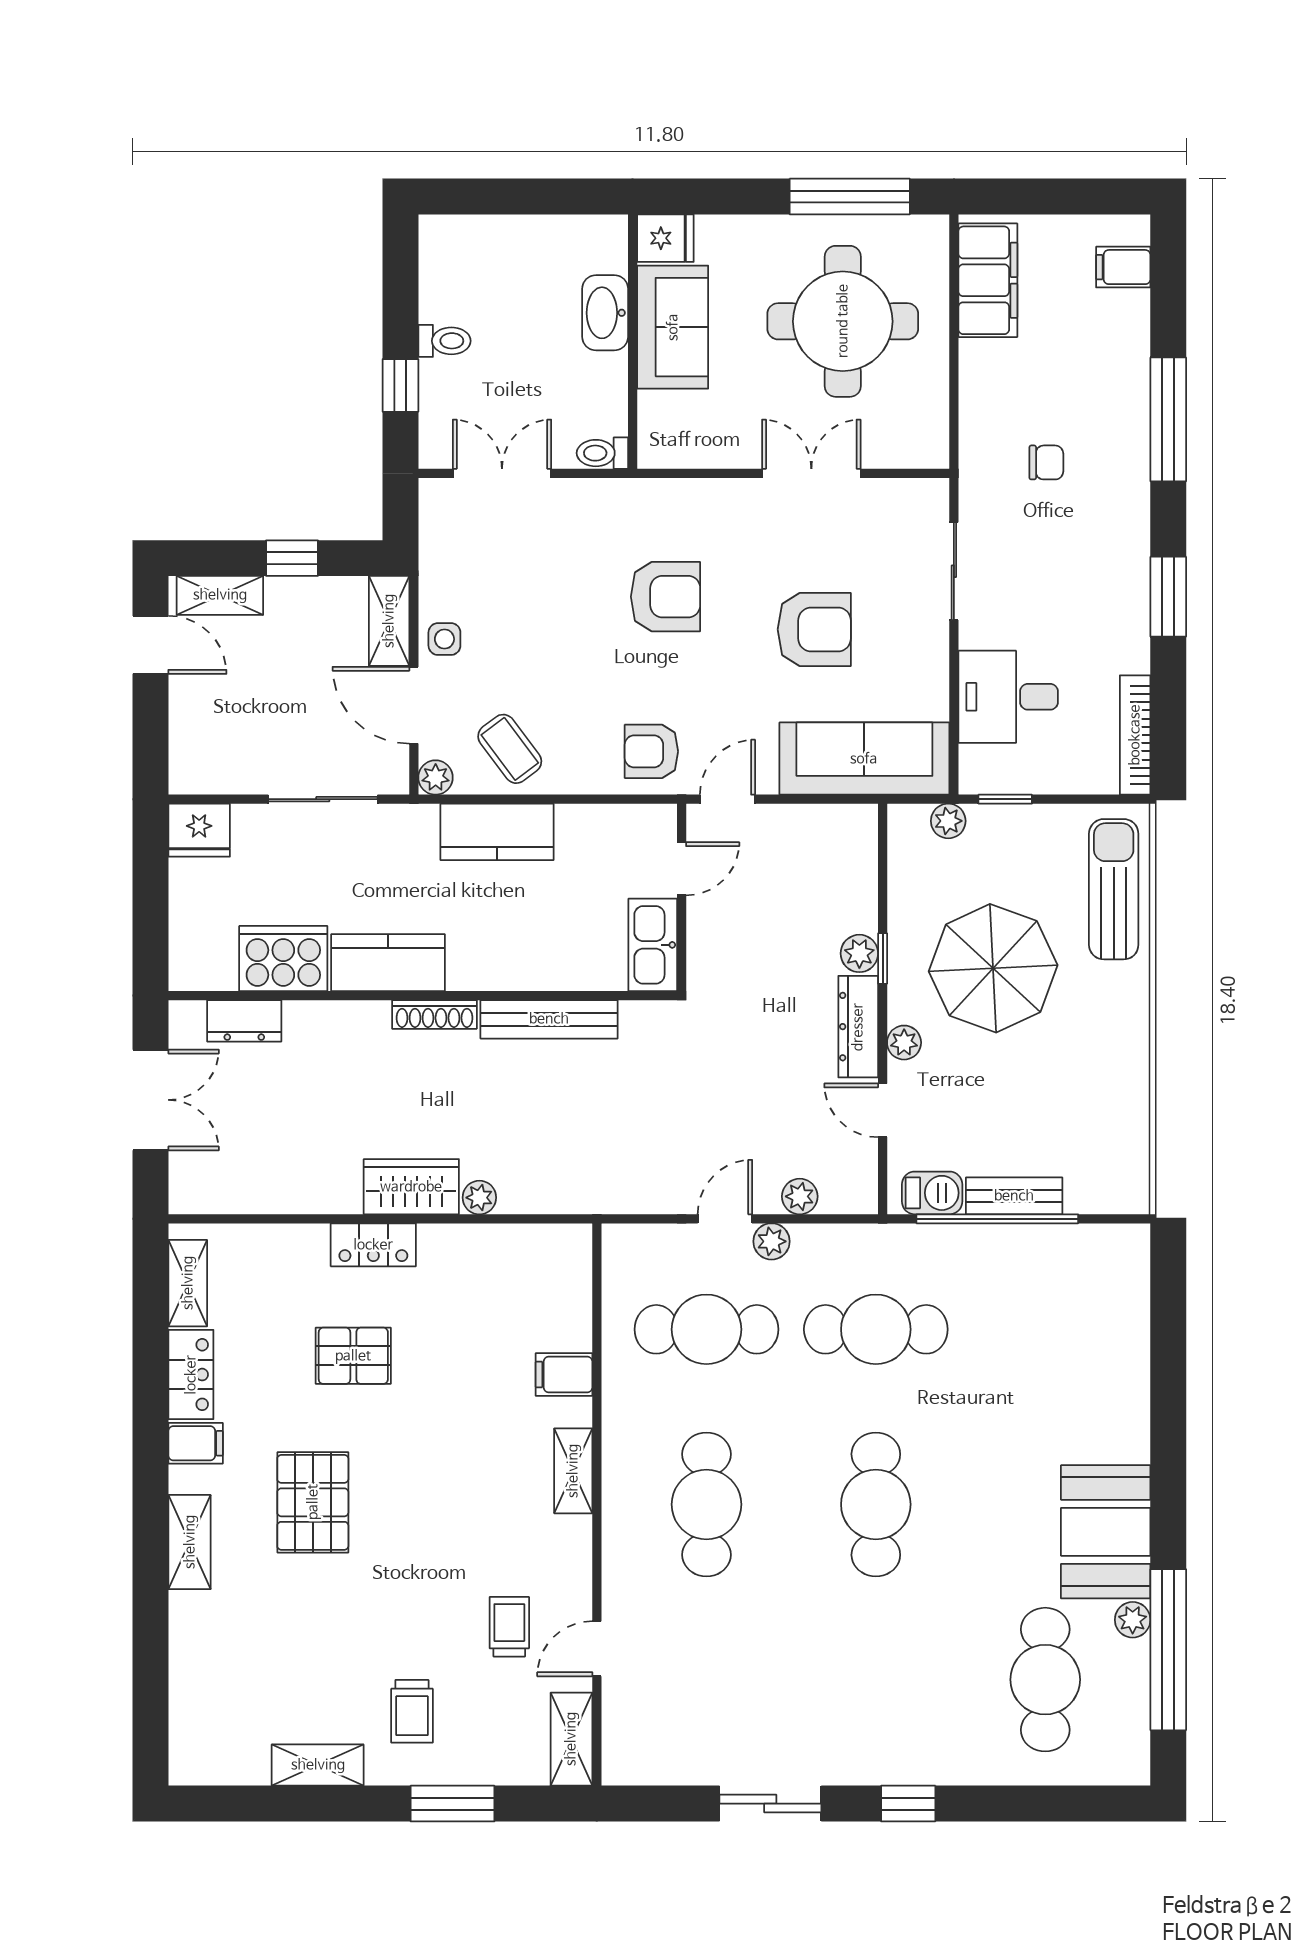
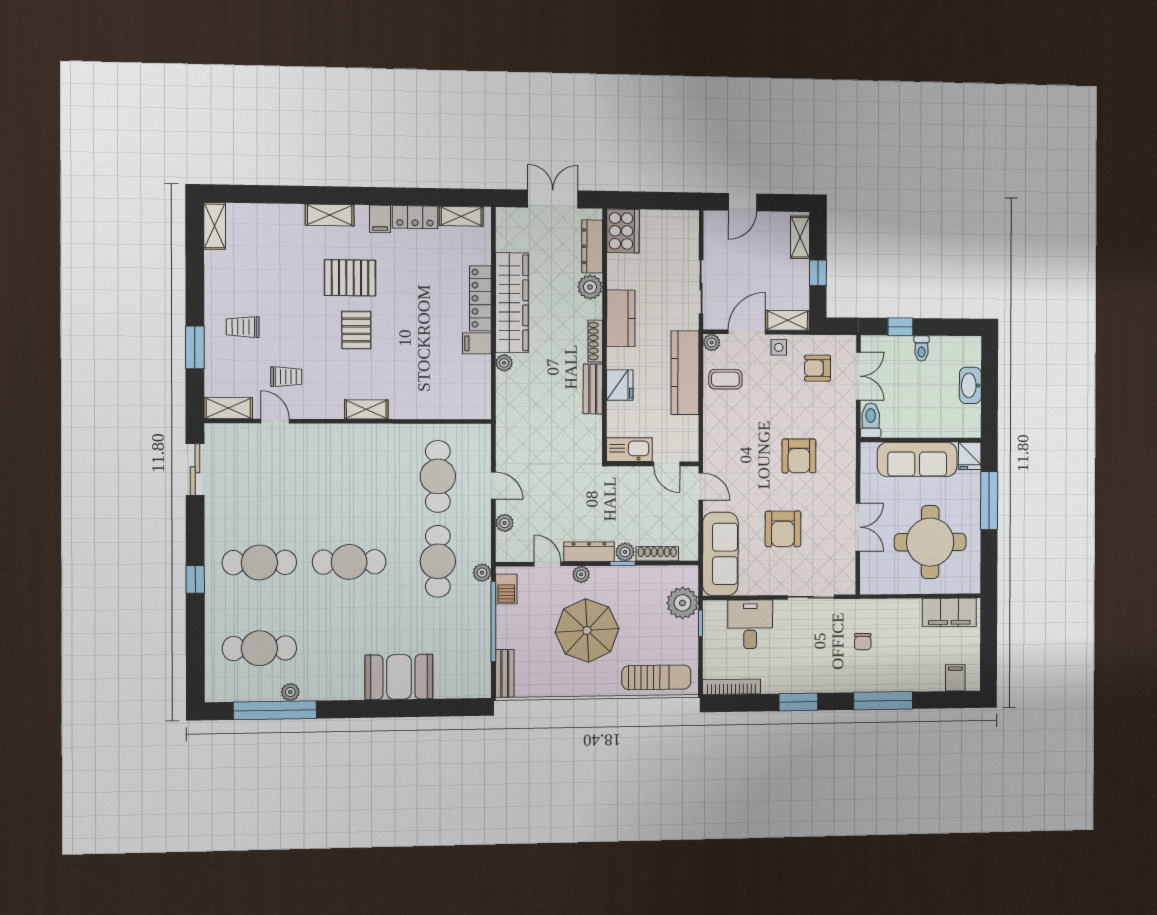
window: (850, 197) -> (989, 500), moved
washbasin: (605, 313) -> (970, 385), moved, turned -90
sofa: (673, 327) -> (917, 459), width x1.36
toilet: (602, 453) -> (871, 420), width x1.37, depth x1.39
door: (150, 645) -> (742, 202), moved
coffee table: (510, 749) -> (725, 379), turned 37
armchair: (651, 751) -> (818, 368), moved, turned -90
plant: (948, 821) -> (682, 603), width x1.88, depth x1.88
fridge: (199, 830) -> (620, 385), moved, turned 180
kitchen counter: (497, 832) -> (685, 373), width x1.50
shoe rack: (863, 888) -> (657, 554), added
cooker: (283, 959) -> (623, 231), moved
parasol: (993, 968) -> (587, 630), moved
bench: (549, 1019) -> (593, 389), width x0.73
dresser: (244, 1021) -> (592, 246), width x1.44
plant: (326, 1025) -> (590, 287), added
double door: (150, 1100) -> (553, 199), swing flipped
door: (883, 1110) -> (547, 564), hinge flipped
wardrobe: (411, 1187) -> (512, 303), width x2.10, depth x1.17
bench: (1014, 1196) -> (505, 673), moved
plant: (772, 1241) -> (482, 573), moved
locker: (373, 1245) -> (480, 298), width x1.53
pallet: (353, 1356) -> (356, 330), moved
filing cabinet: (564, 1374) -> (477, 343), moved, turned -90
cafe table: (706, 1504) -> (259, 563), moved
booth: (1106, 1532) -> (399, 677), moved
shelving: (318, 1765) -> (215, 226), moved
sliding door: (770, 1804) -> (195, 470), moved

